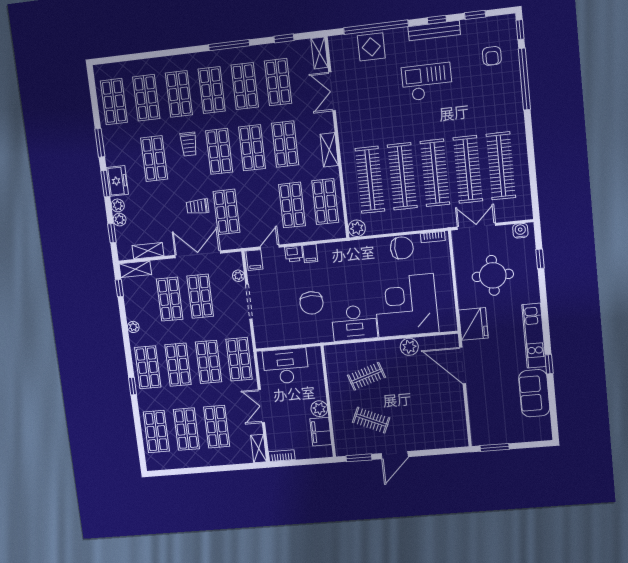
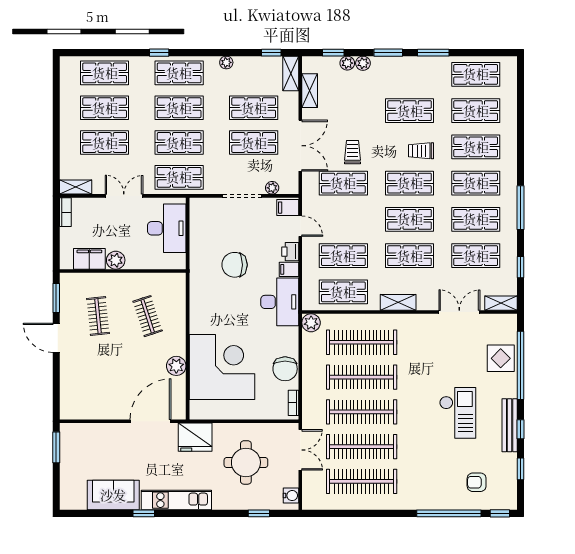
freezer: (117, 181) -> (390, 66), removed
desk: (354, 323) -> (280, 302), moved, turned 180
clothes rail: (371, 420) -> (98, 316), turned -30

